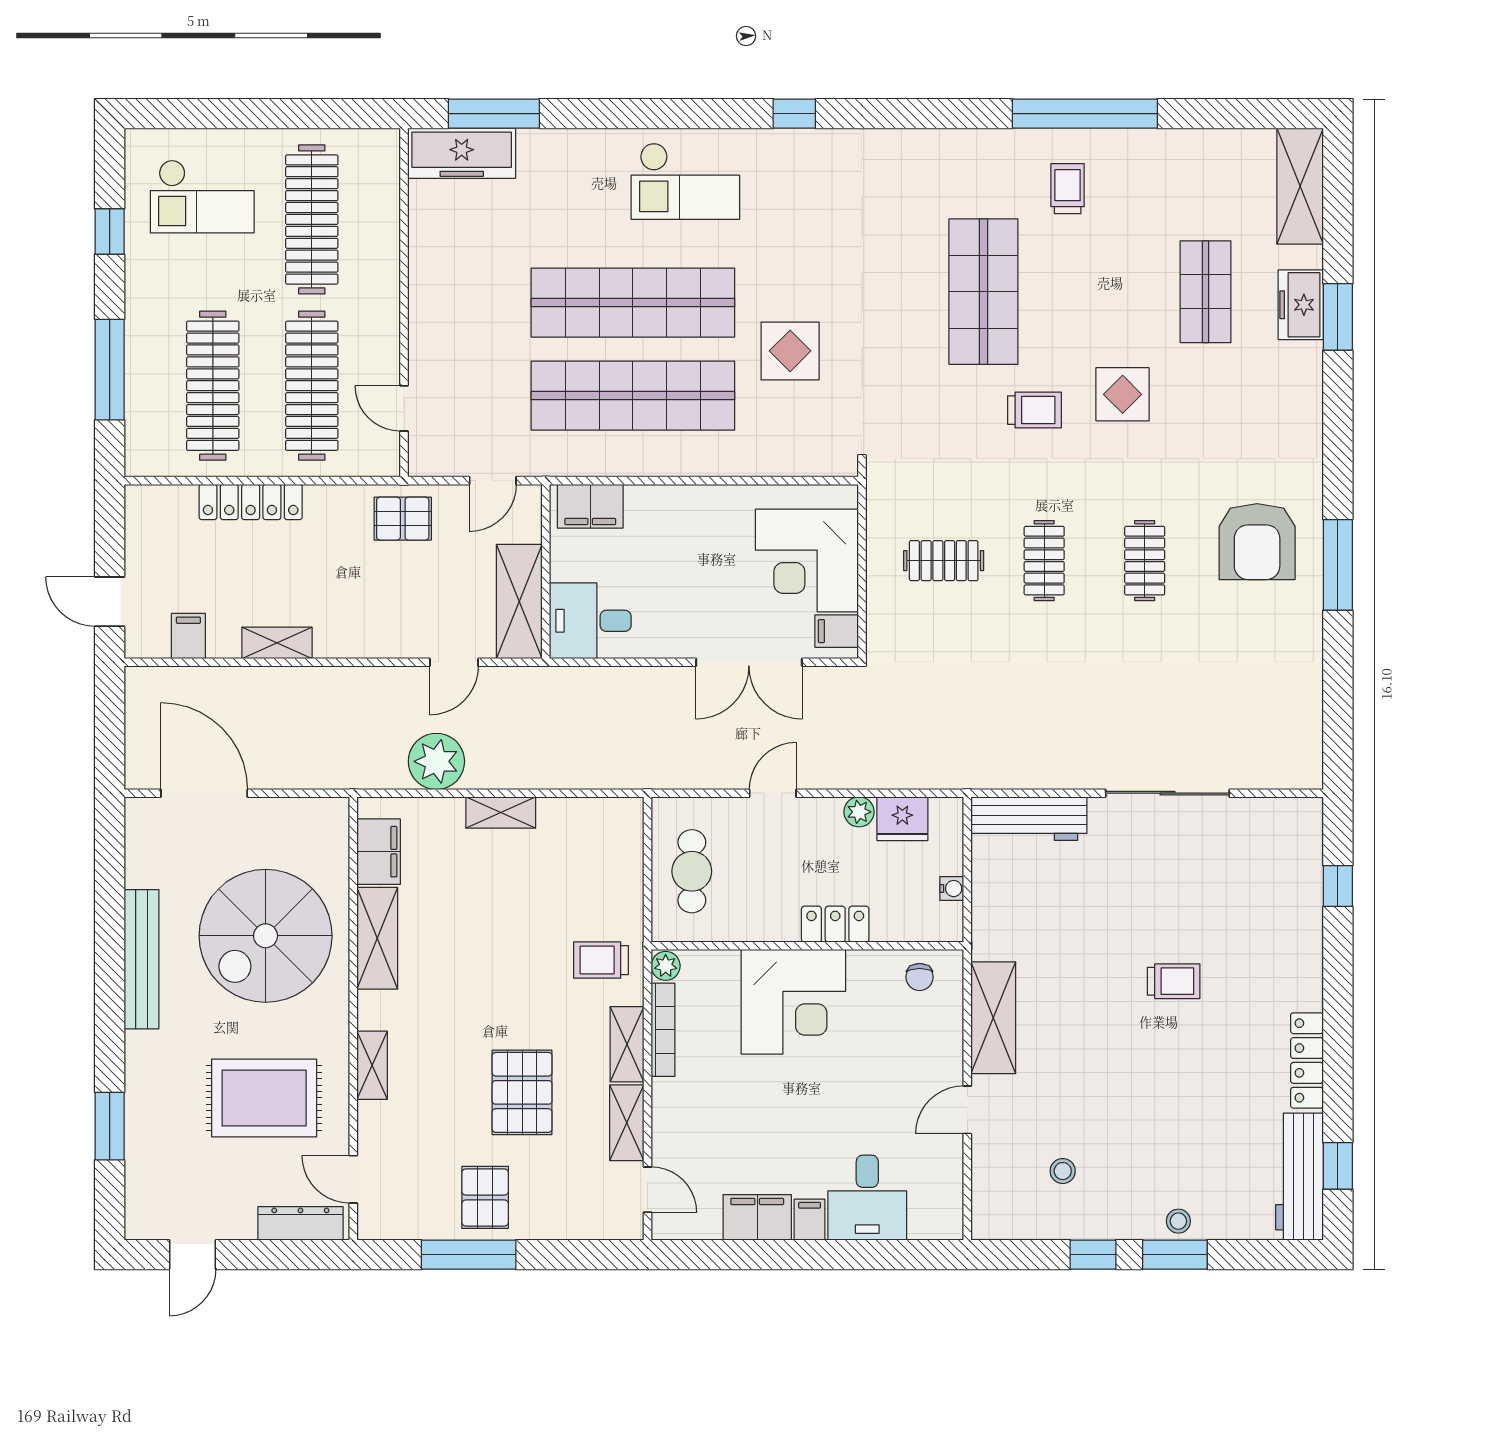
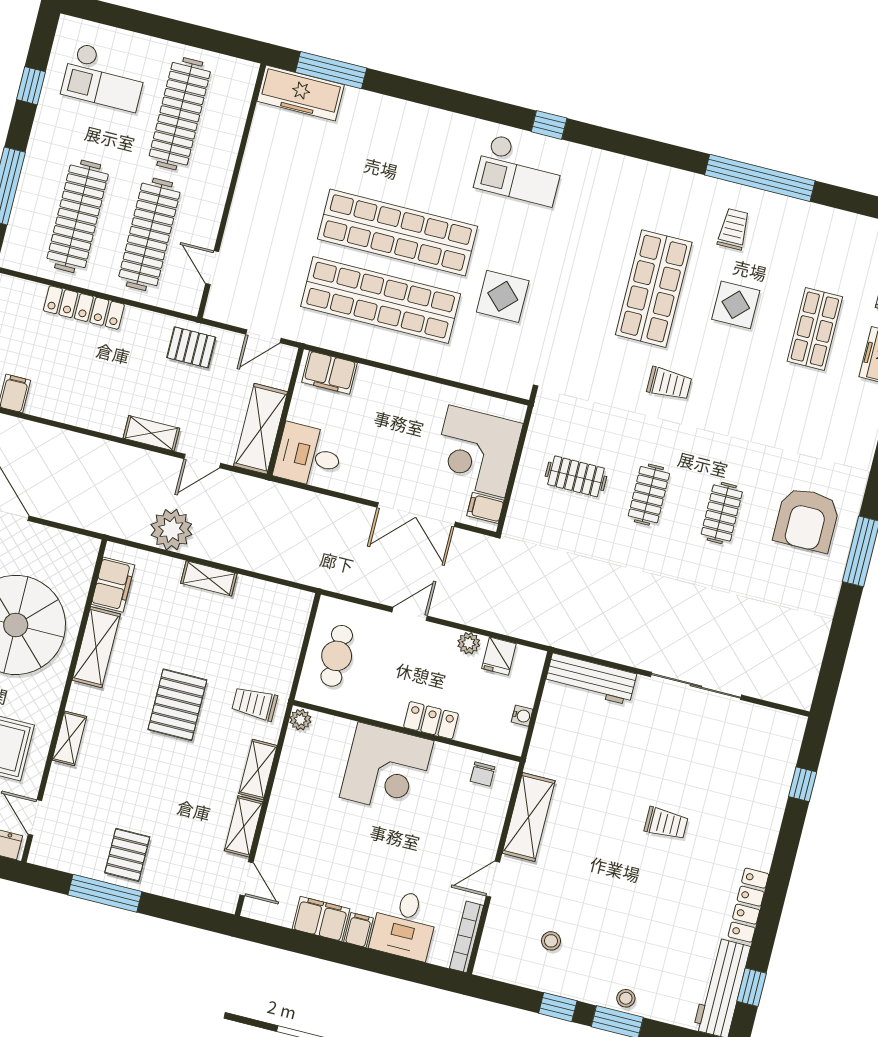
checkout: (685, 181) -> (520, 170), moved
display table: (1123, 394) -> (736, 305), moved
shelving: (277, 643) -> (151, 433), moved
fridge: (902, 819) -> (499, 656), width x0.72
bookcase: (663, 1030) -> (466, 937), moved, turned 180
pallet: (522, 1092) -> (177, 705), moved

